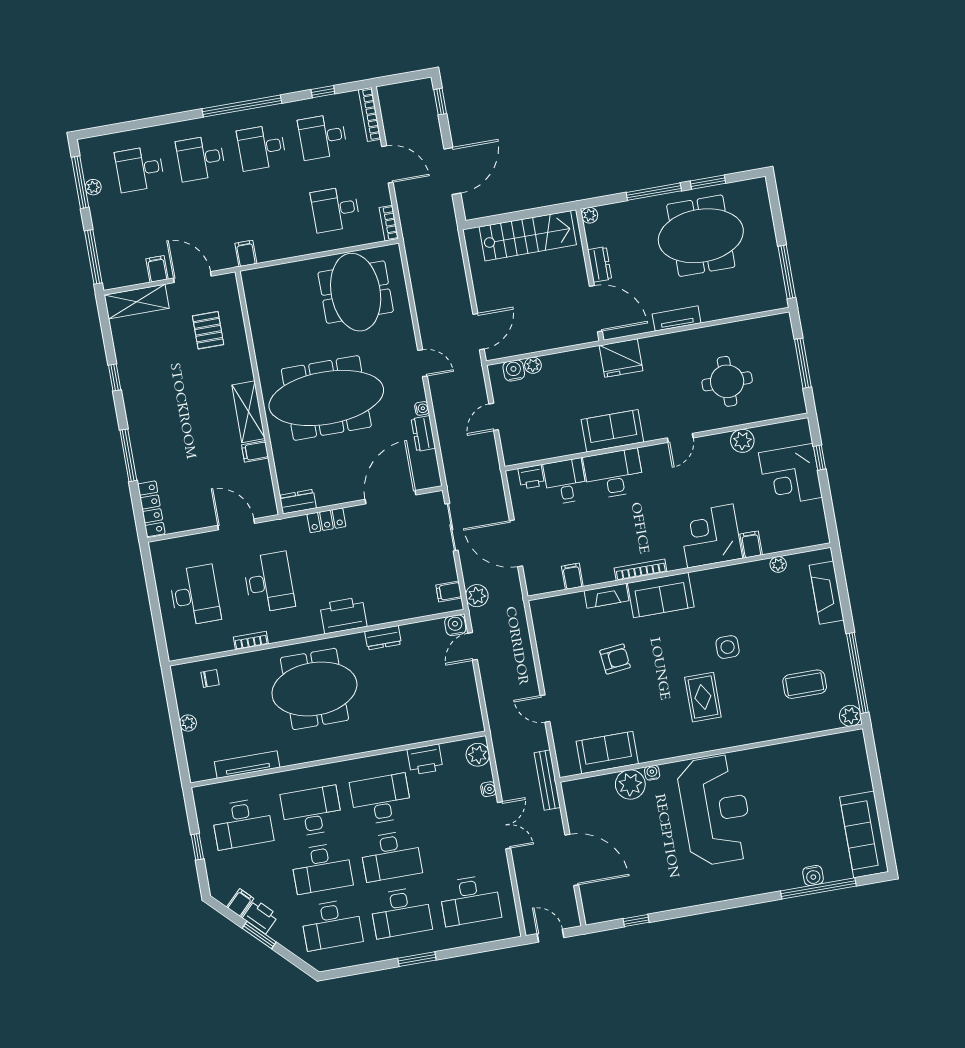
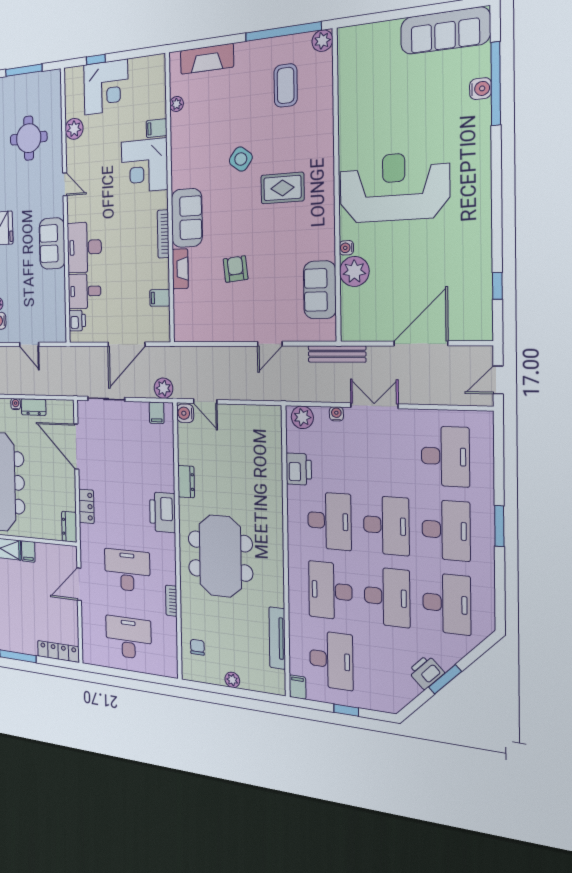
side table: (728, 647) -> (241, 159), turned 37
desk: (381, 799) -> (329, 521), turned 180
filing cabinet: (240, 903) -> (298, 687), moved, turned 45

